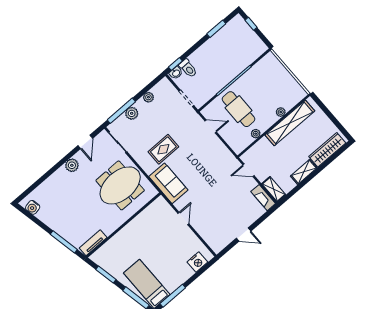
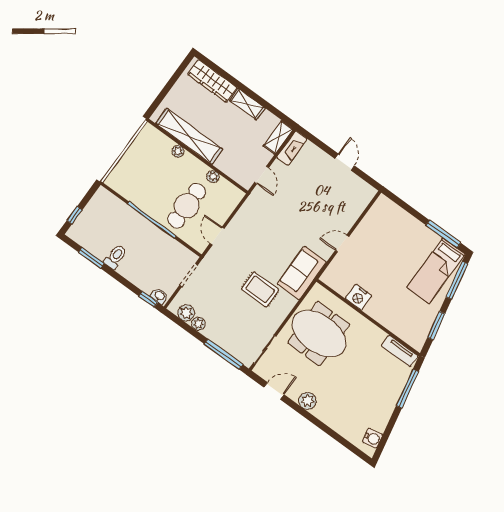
toilet: (188, 68) -> (115, 257), moved
plant: (132, 113) -> (186, 313), moved
nightstand: (197, 262) -> (359, 297), moved, turned 180

